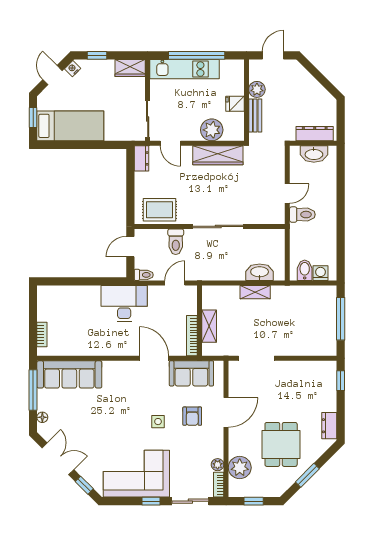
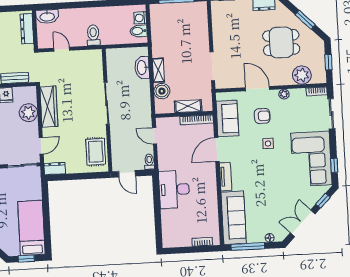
washbasin: (314, 154) -> (47, 16), moved, turned 90
door: (287, 194) -> (62, 49), moved
toilet: (176, 242) -> (121, 137), removed
boiler: (229, 295) -> (162, 91), added
desk: (124, 303) -> (174, 189), moved
tv unit: (120, 367) -> (226, 177), added
plant: (218, 465) -> (284, 94), moved
window: (151, 501) -> (334, 165), moved

